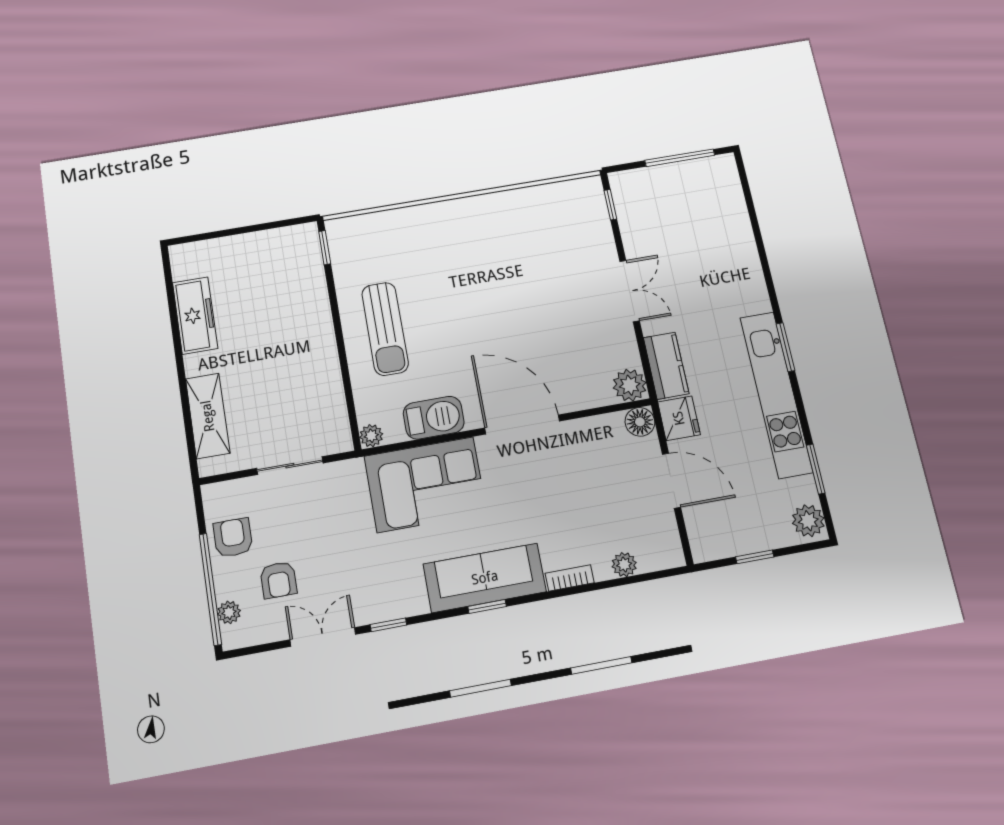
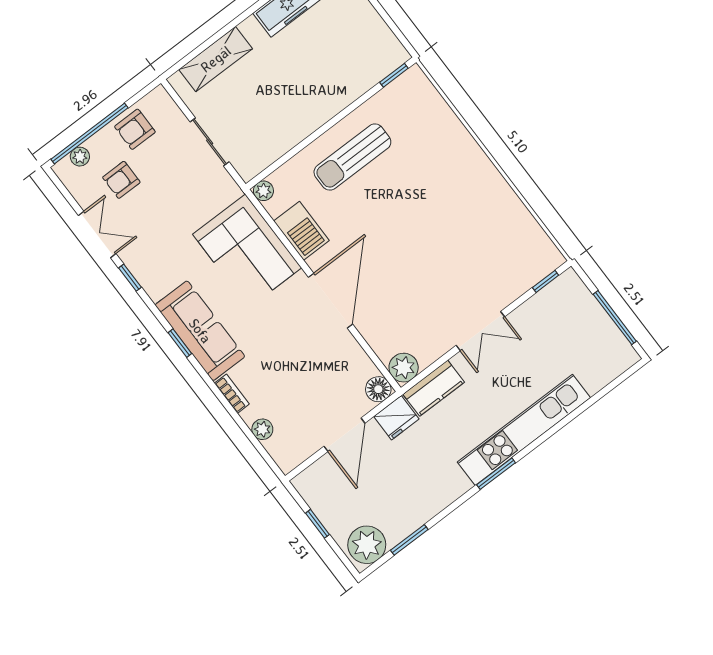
kitchen unit: (776, 394) -> (524, 430), moved
plant: (808, 521) -> (367, 545), width x1.36, depth x1.36
armchair: (233, 538) -> (135, 129), turned 180

